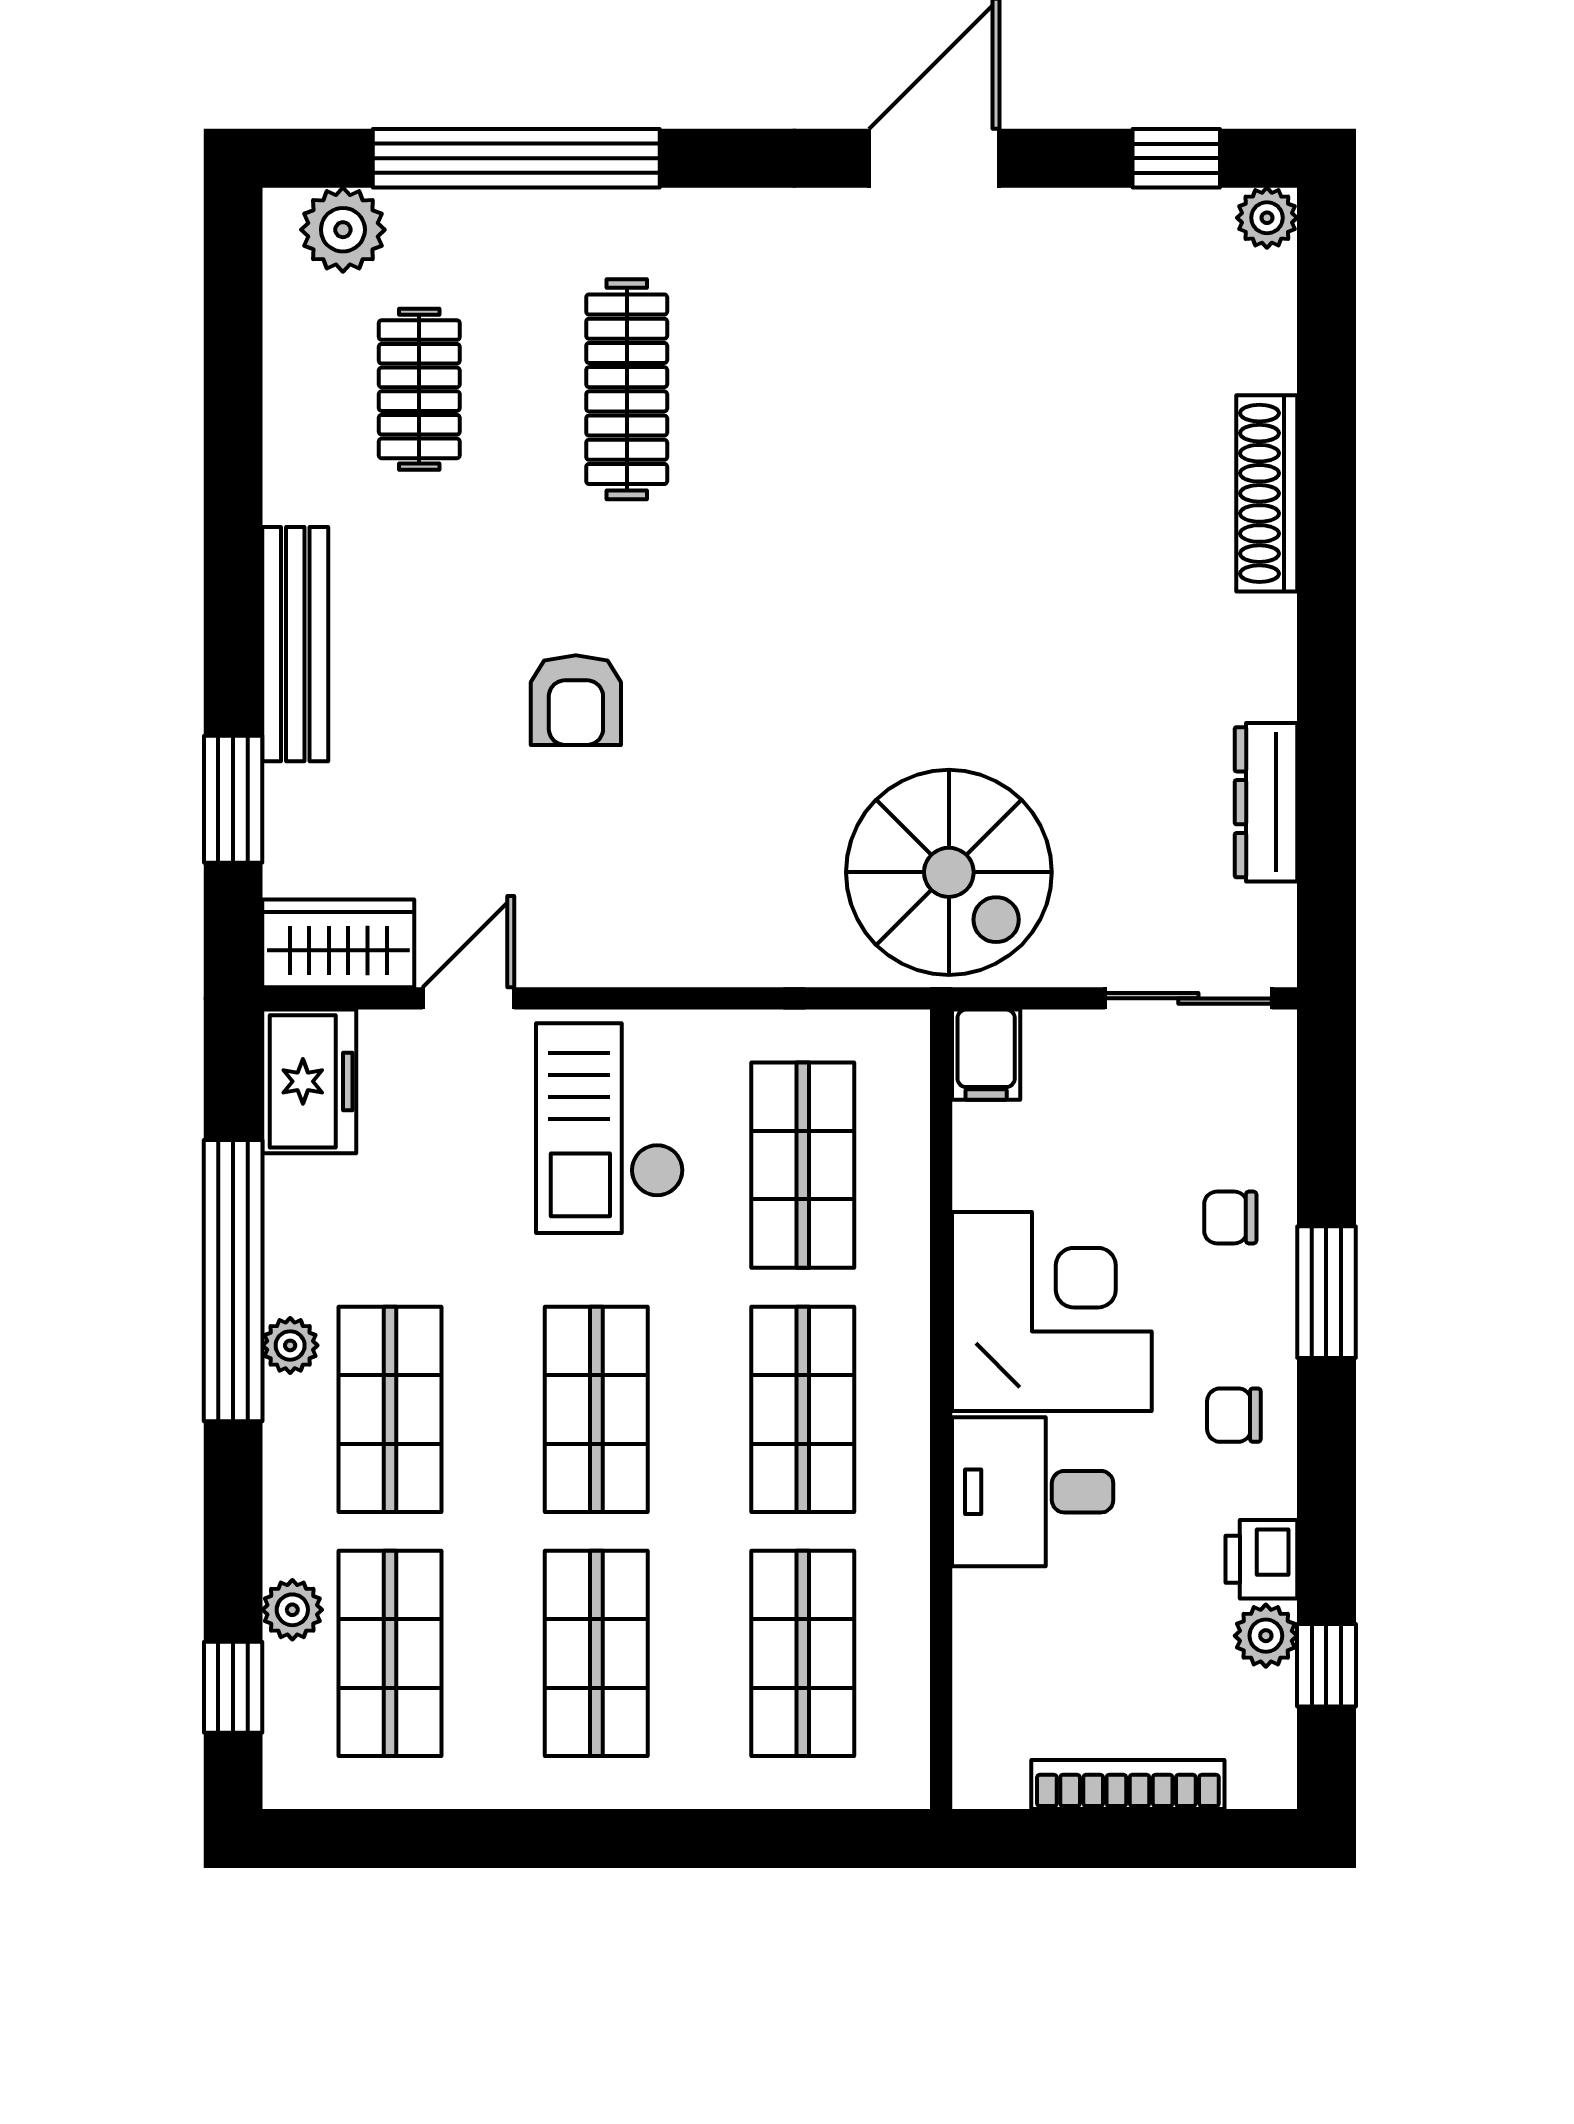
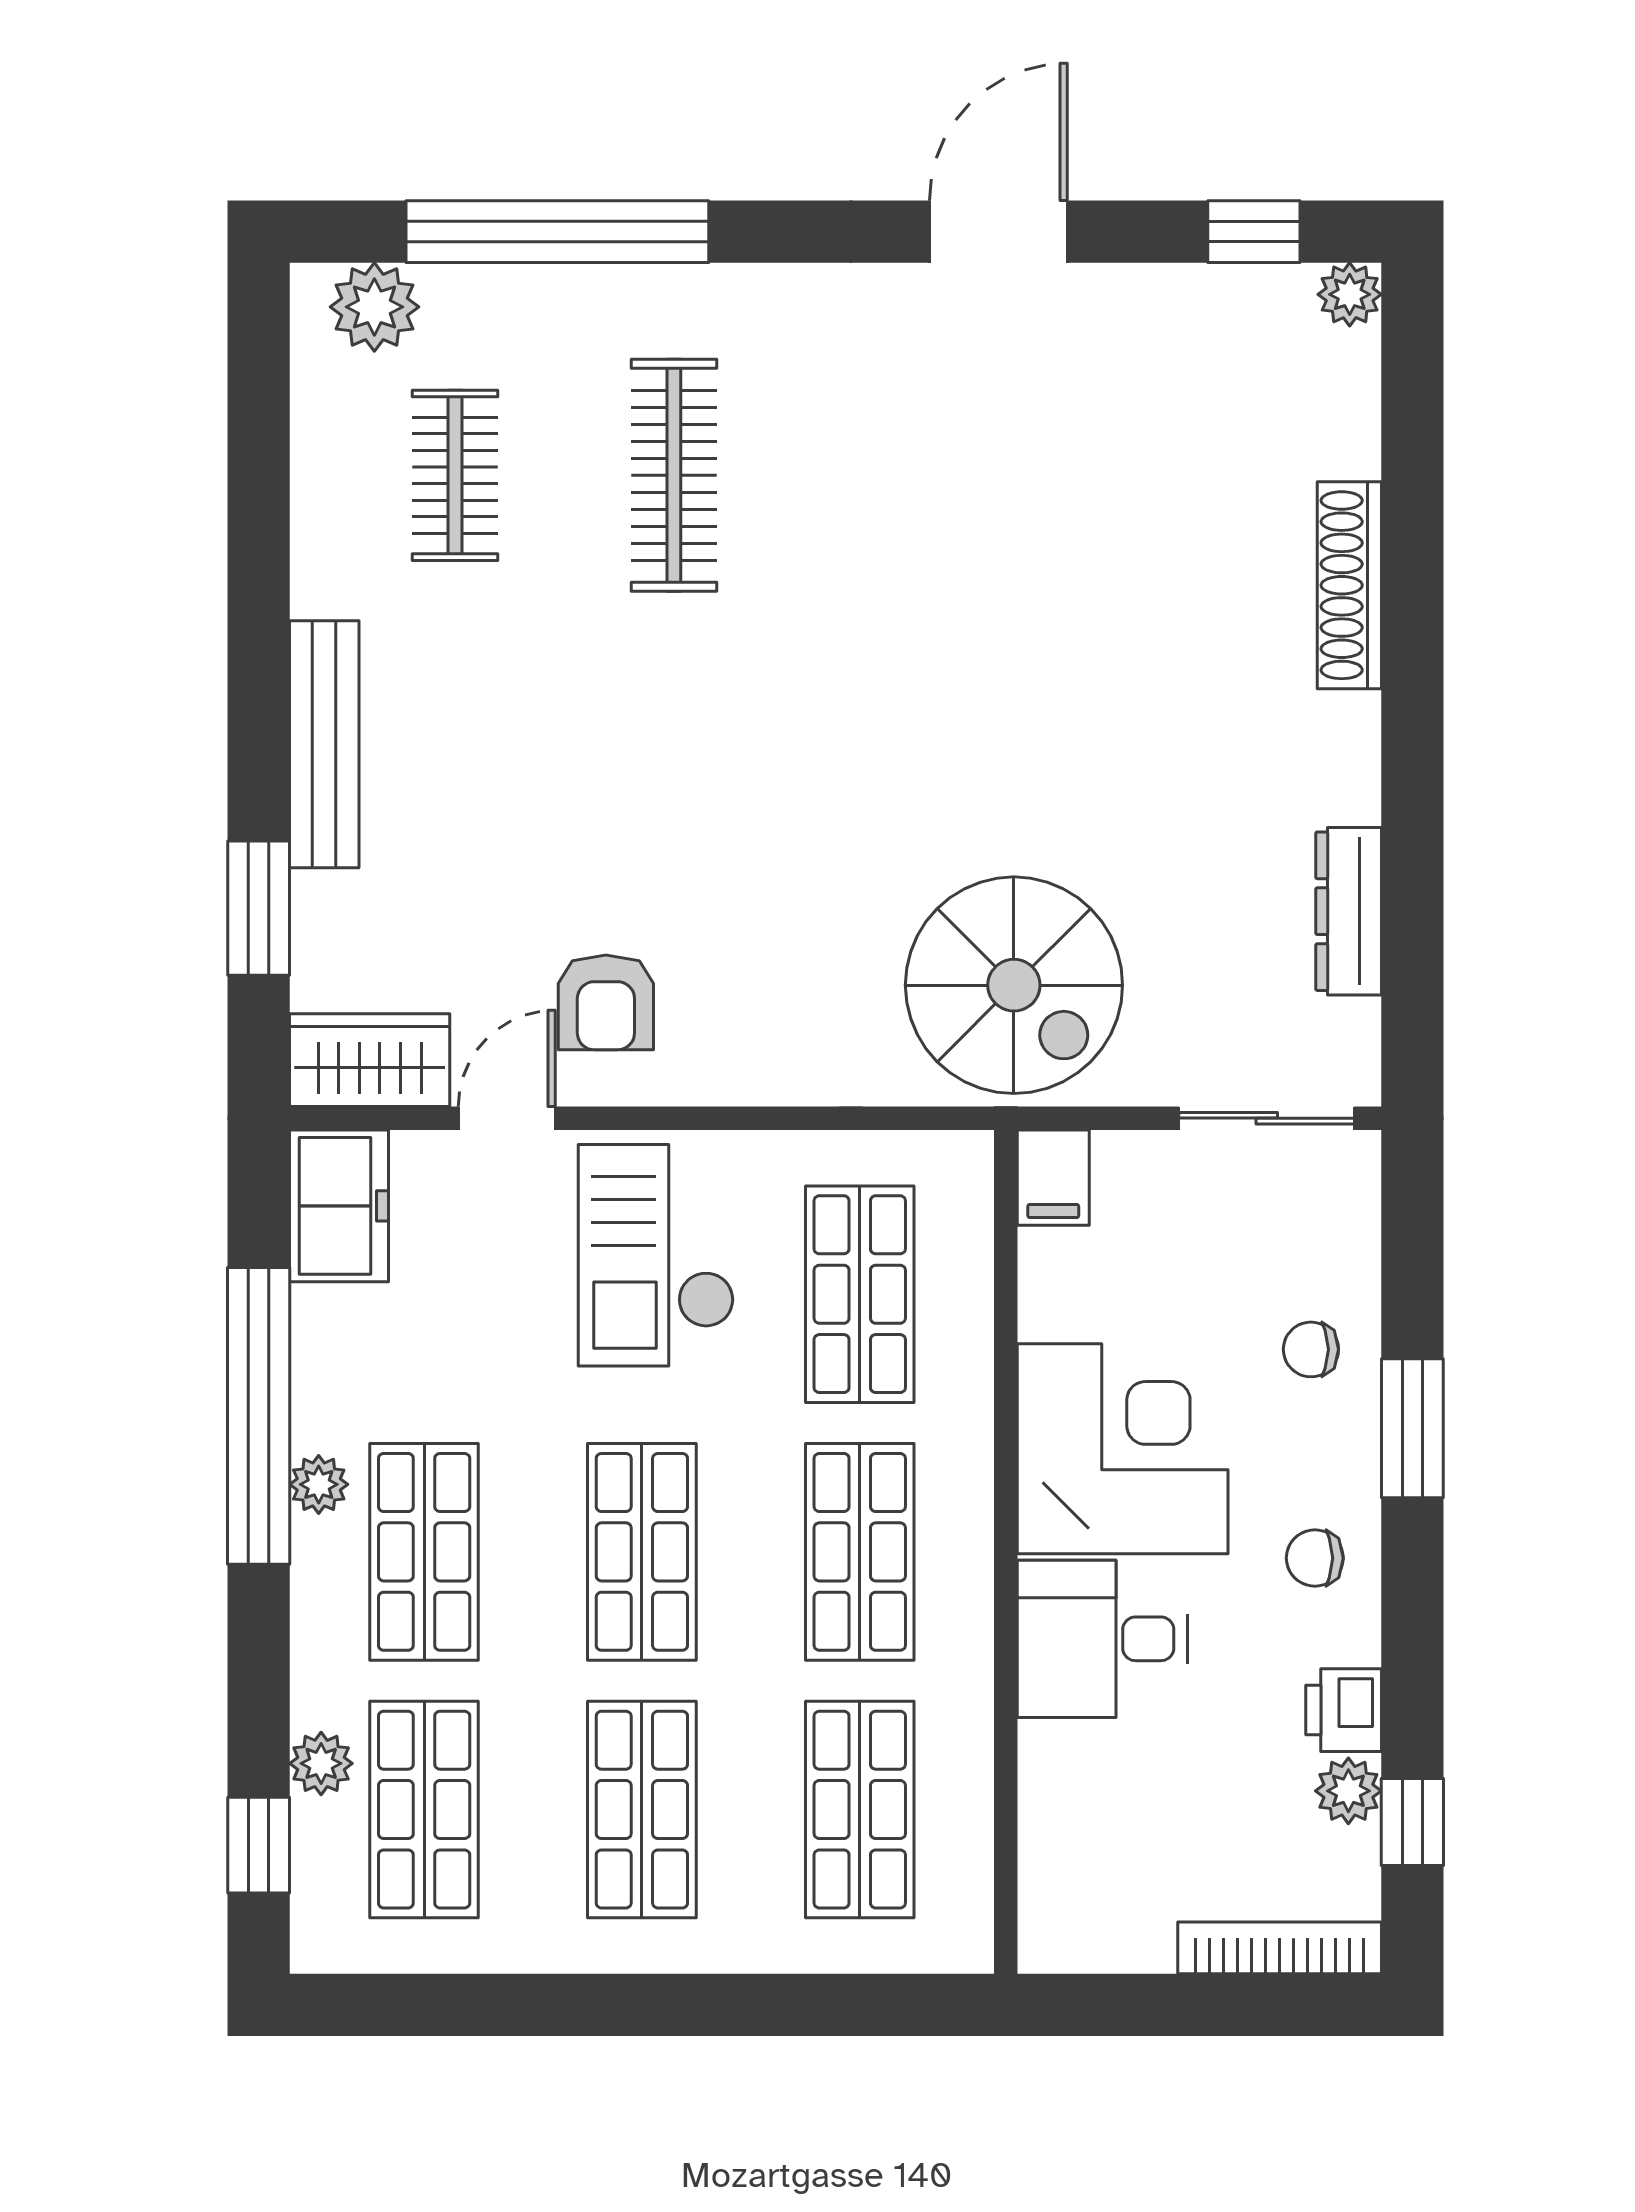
armchair: (576, 700) -> (606, 1002), moved
bookcase: (1128, 1784) -> (1280, 1948), moved

